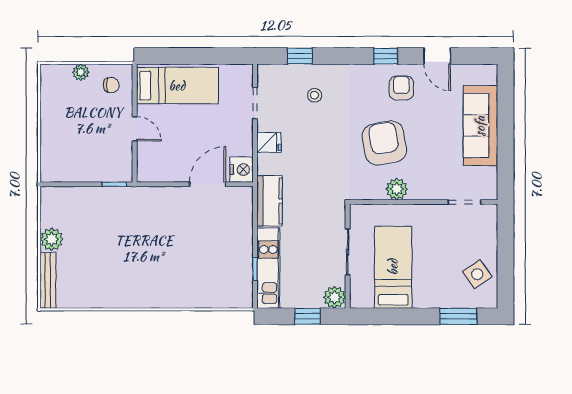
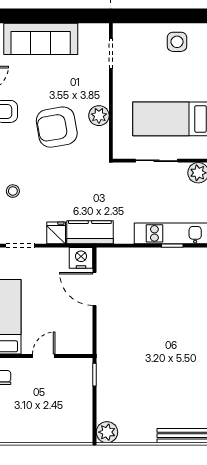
kitchen counter: (270, 201) -> (90, 232), moved
plant: (52, 239) -> (107, 432), moved
side table: (477, 274) -> (177, 42), turned 35

